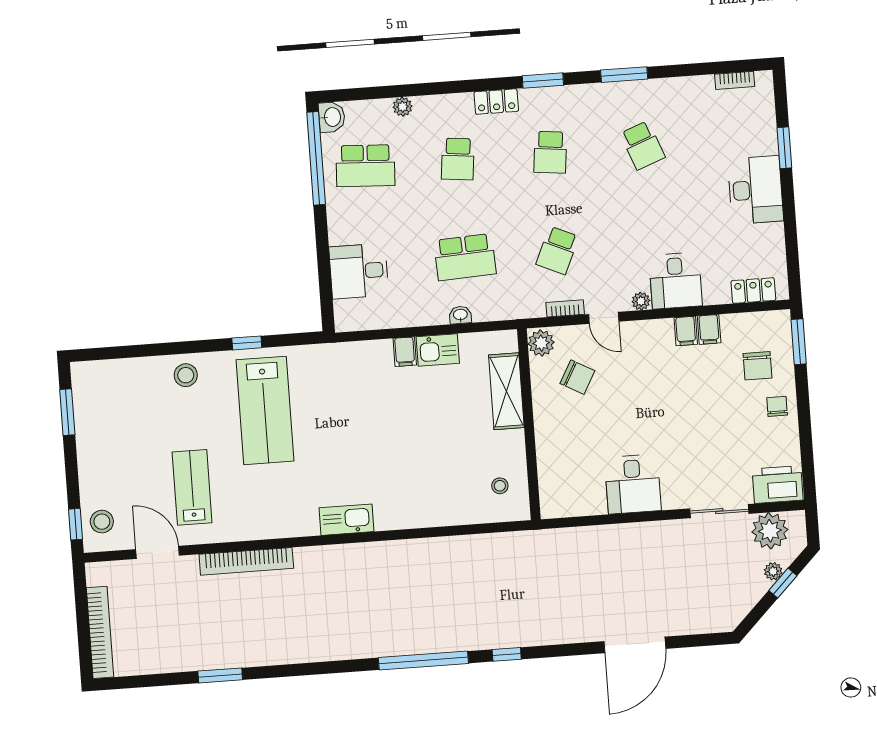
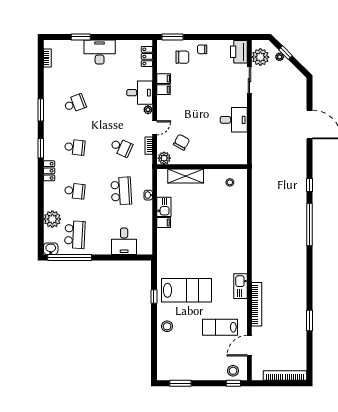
plant: (402, 107) -> (52, 219), width x1.87, depth x1.87
kitchen sink: (347, 520) -> (241, 286), moved

